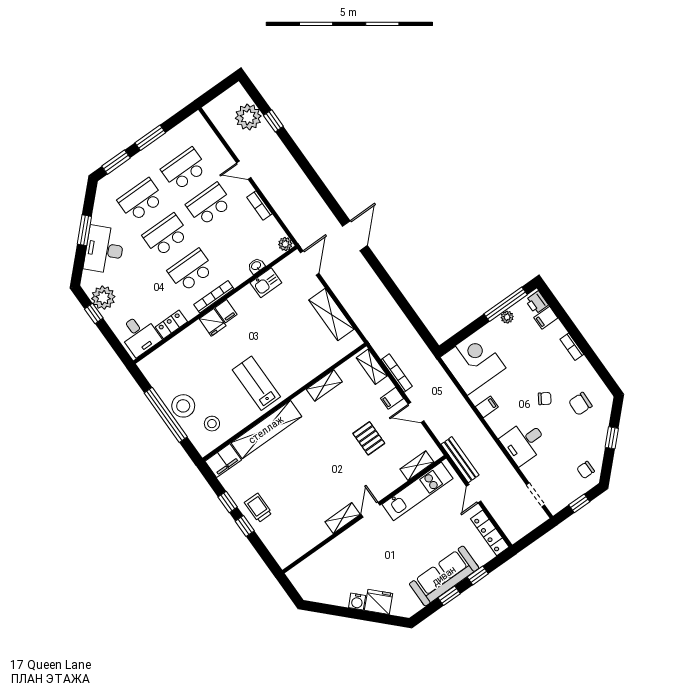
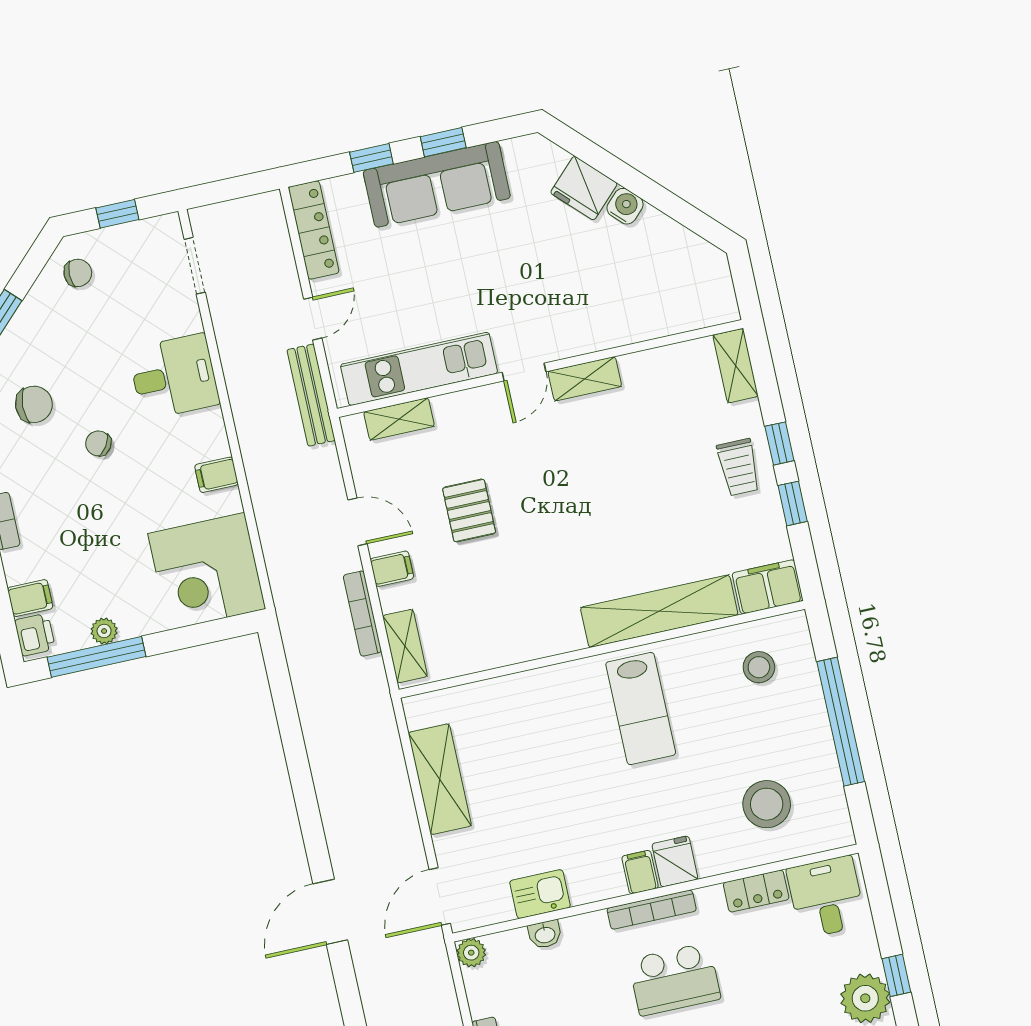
shelving: (324, 385) -> (736, 366), moved, turned 90
stool: (183, 406) -> (767, 804), moved

